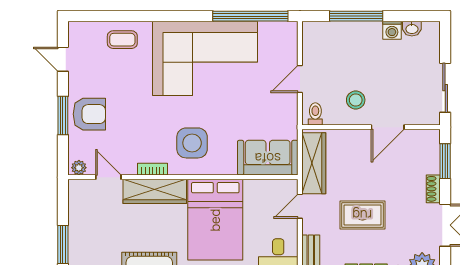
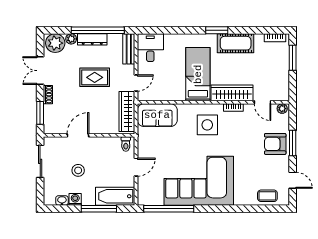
bathtub: (331, 35) -> (115, 196), added
coffee table: (122, 40) -> (267, 196), moved
stool: (356, 100) -> (78, 170), moved
bed: (215, 220) -> (198, 74), width x0.67

